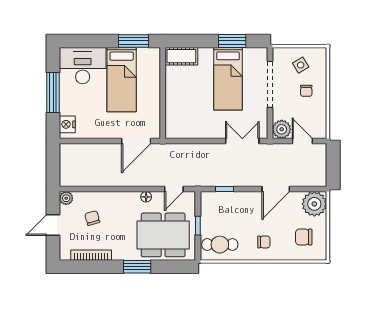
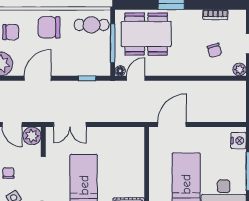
floor lamp: (146, 197) -> (120, 71), moved
window: (198, 226) -> (113, 43), width x2.17
chair: (264, 242) -> (49, 27), width x1.87, depth x1.87
bookcase: (91, 255) -> (215, 15), width x0.64

